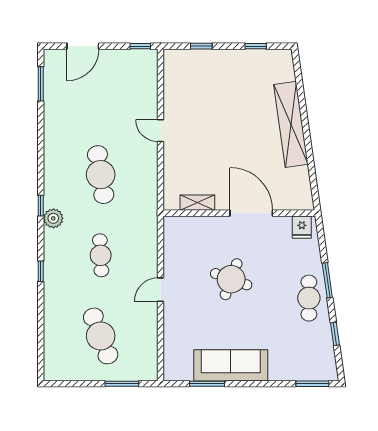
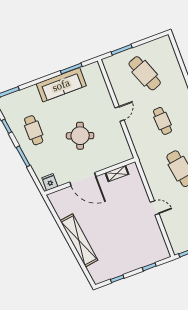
cafe table: (309, 298) -> (34, 130), moved

